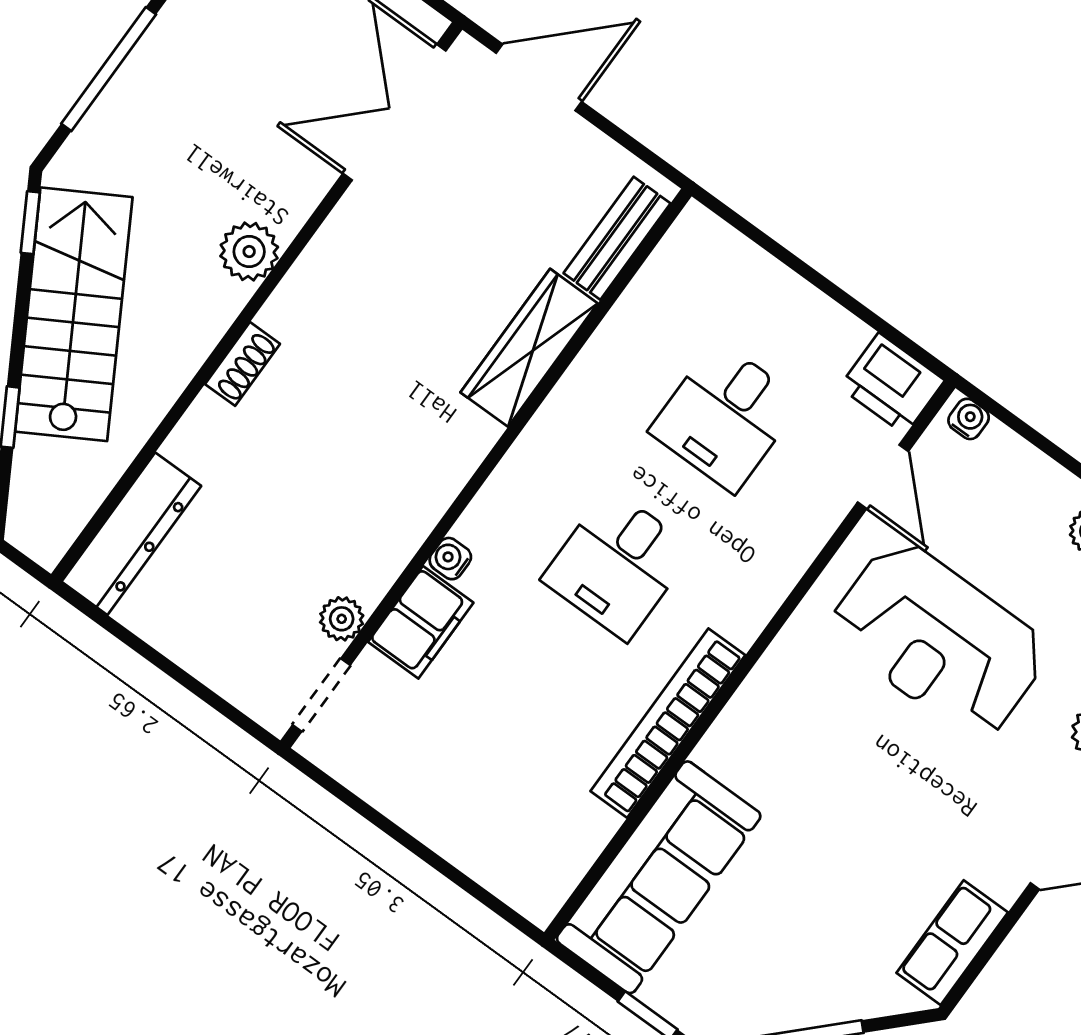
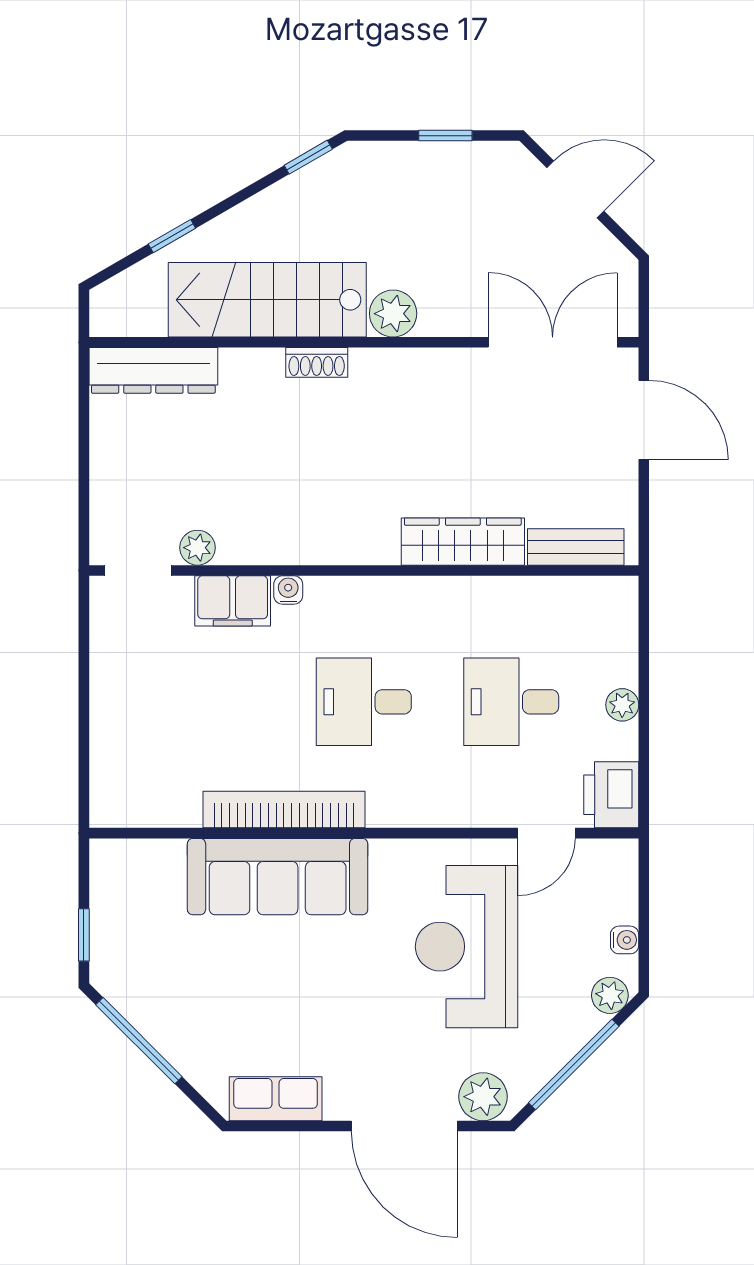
window: (109, 69) -> (445, 136), width x0.46
plant: (809, 307) -> (622, 705), added
stairs: (74, 314) -> (267, 300), moved, turned -150
water cooler: (969, 419) -> (625, 940), moved
sofa: (659, 877) -> (278, 877), moved

